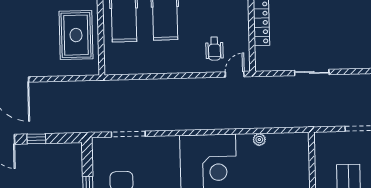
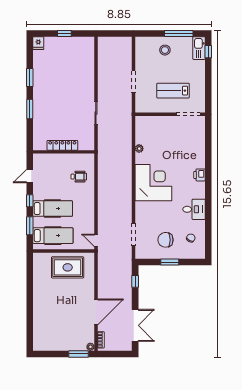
door: (235, 74) -> (96, 240), moved
window: (36, 139) -> (135, 281), moved

